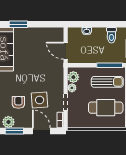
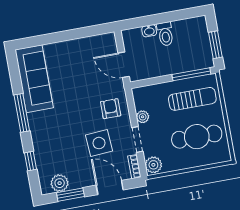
window: (18, 24) -> (48, 39), removed
toilet: (111, 35) -> (165, 34), moved
plant: (73, 77) -> (153, 165), moved
armchair: (18, 102) -> (111, 109), moved

